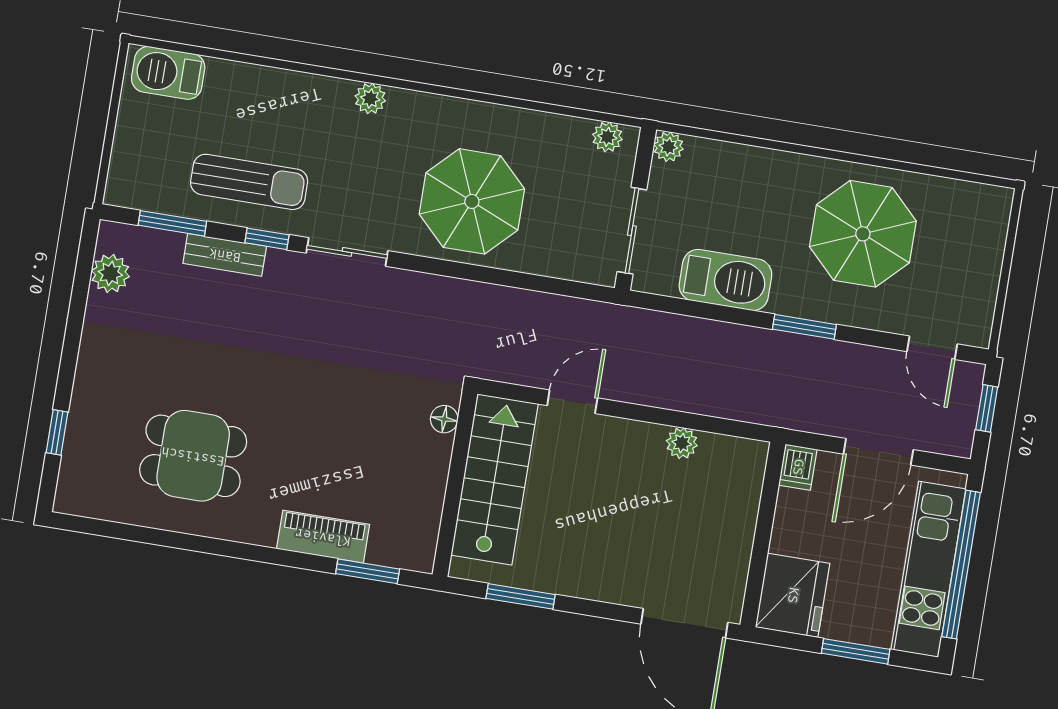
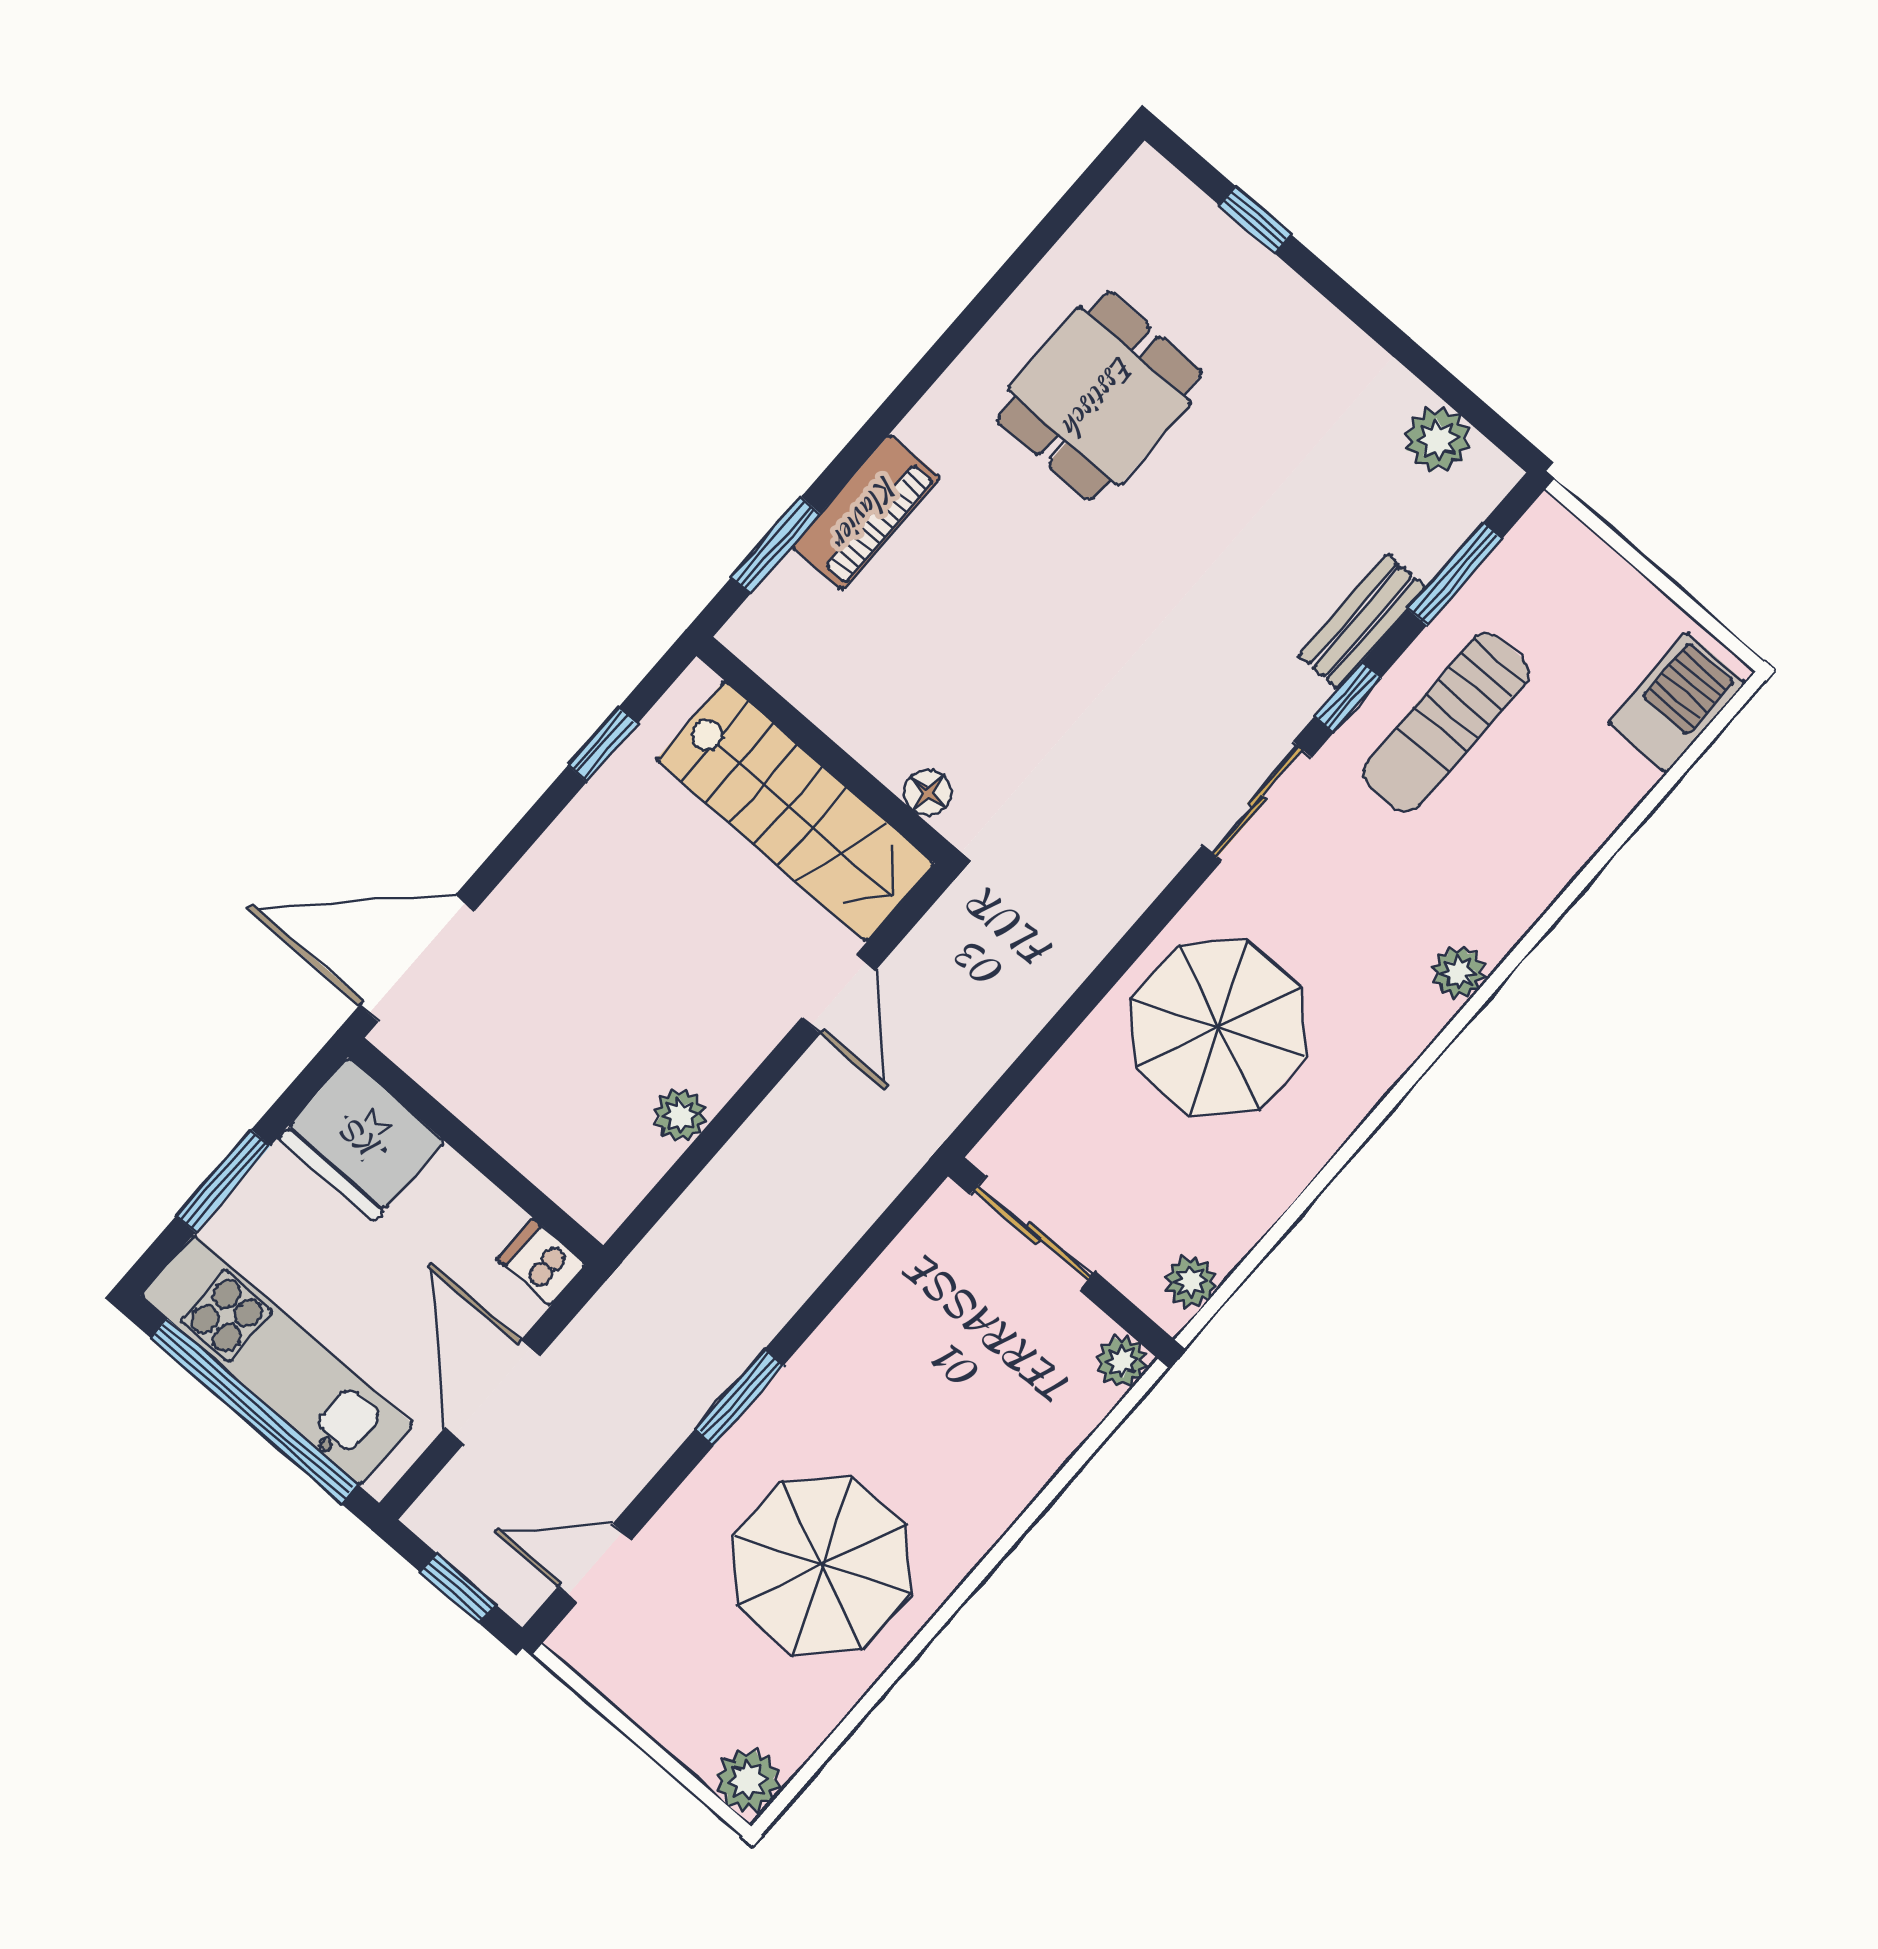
plant: (993, 204) -> (748, 1780), added
barbecue: (725, 280) -> (878, 1325), removed
window: (521, 596) -> (603, 745), width x0.67

